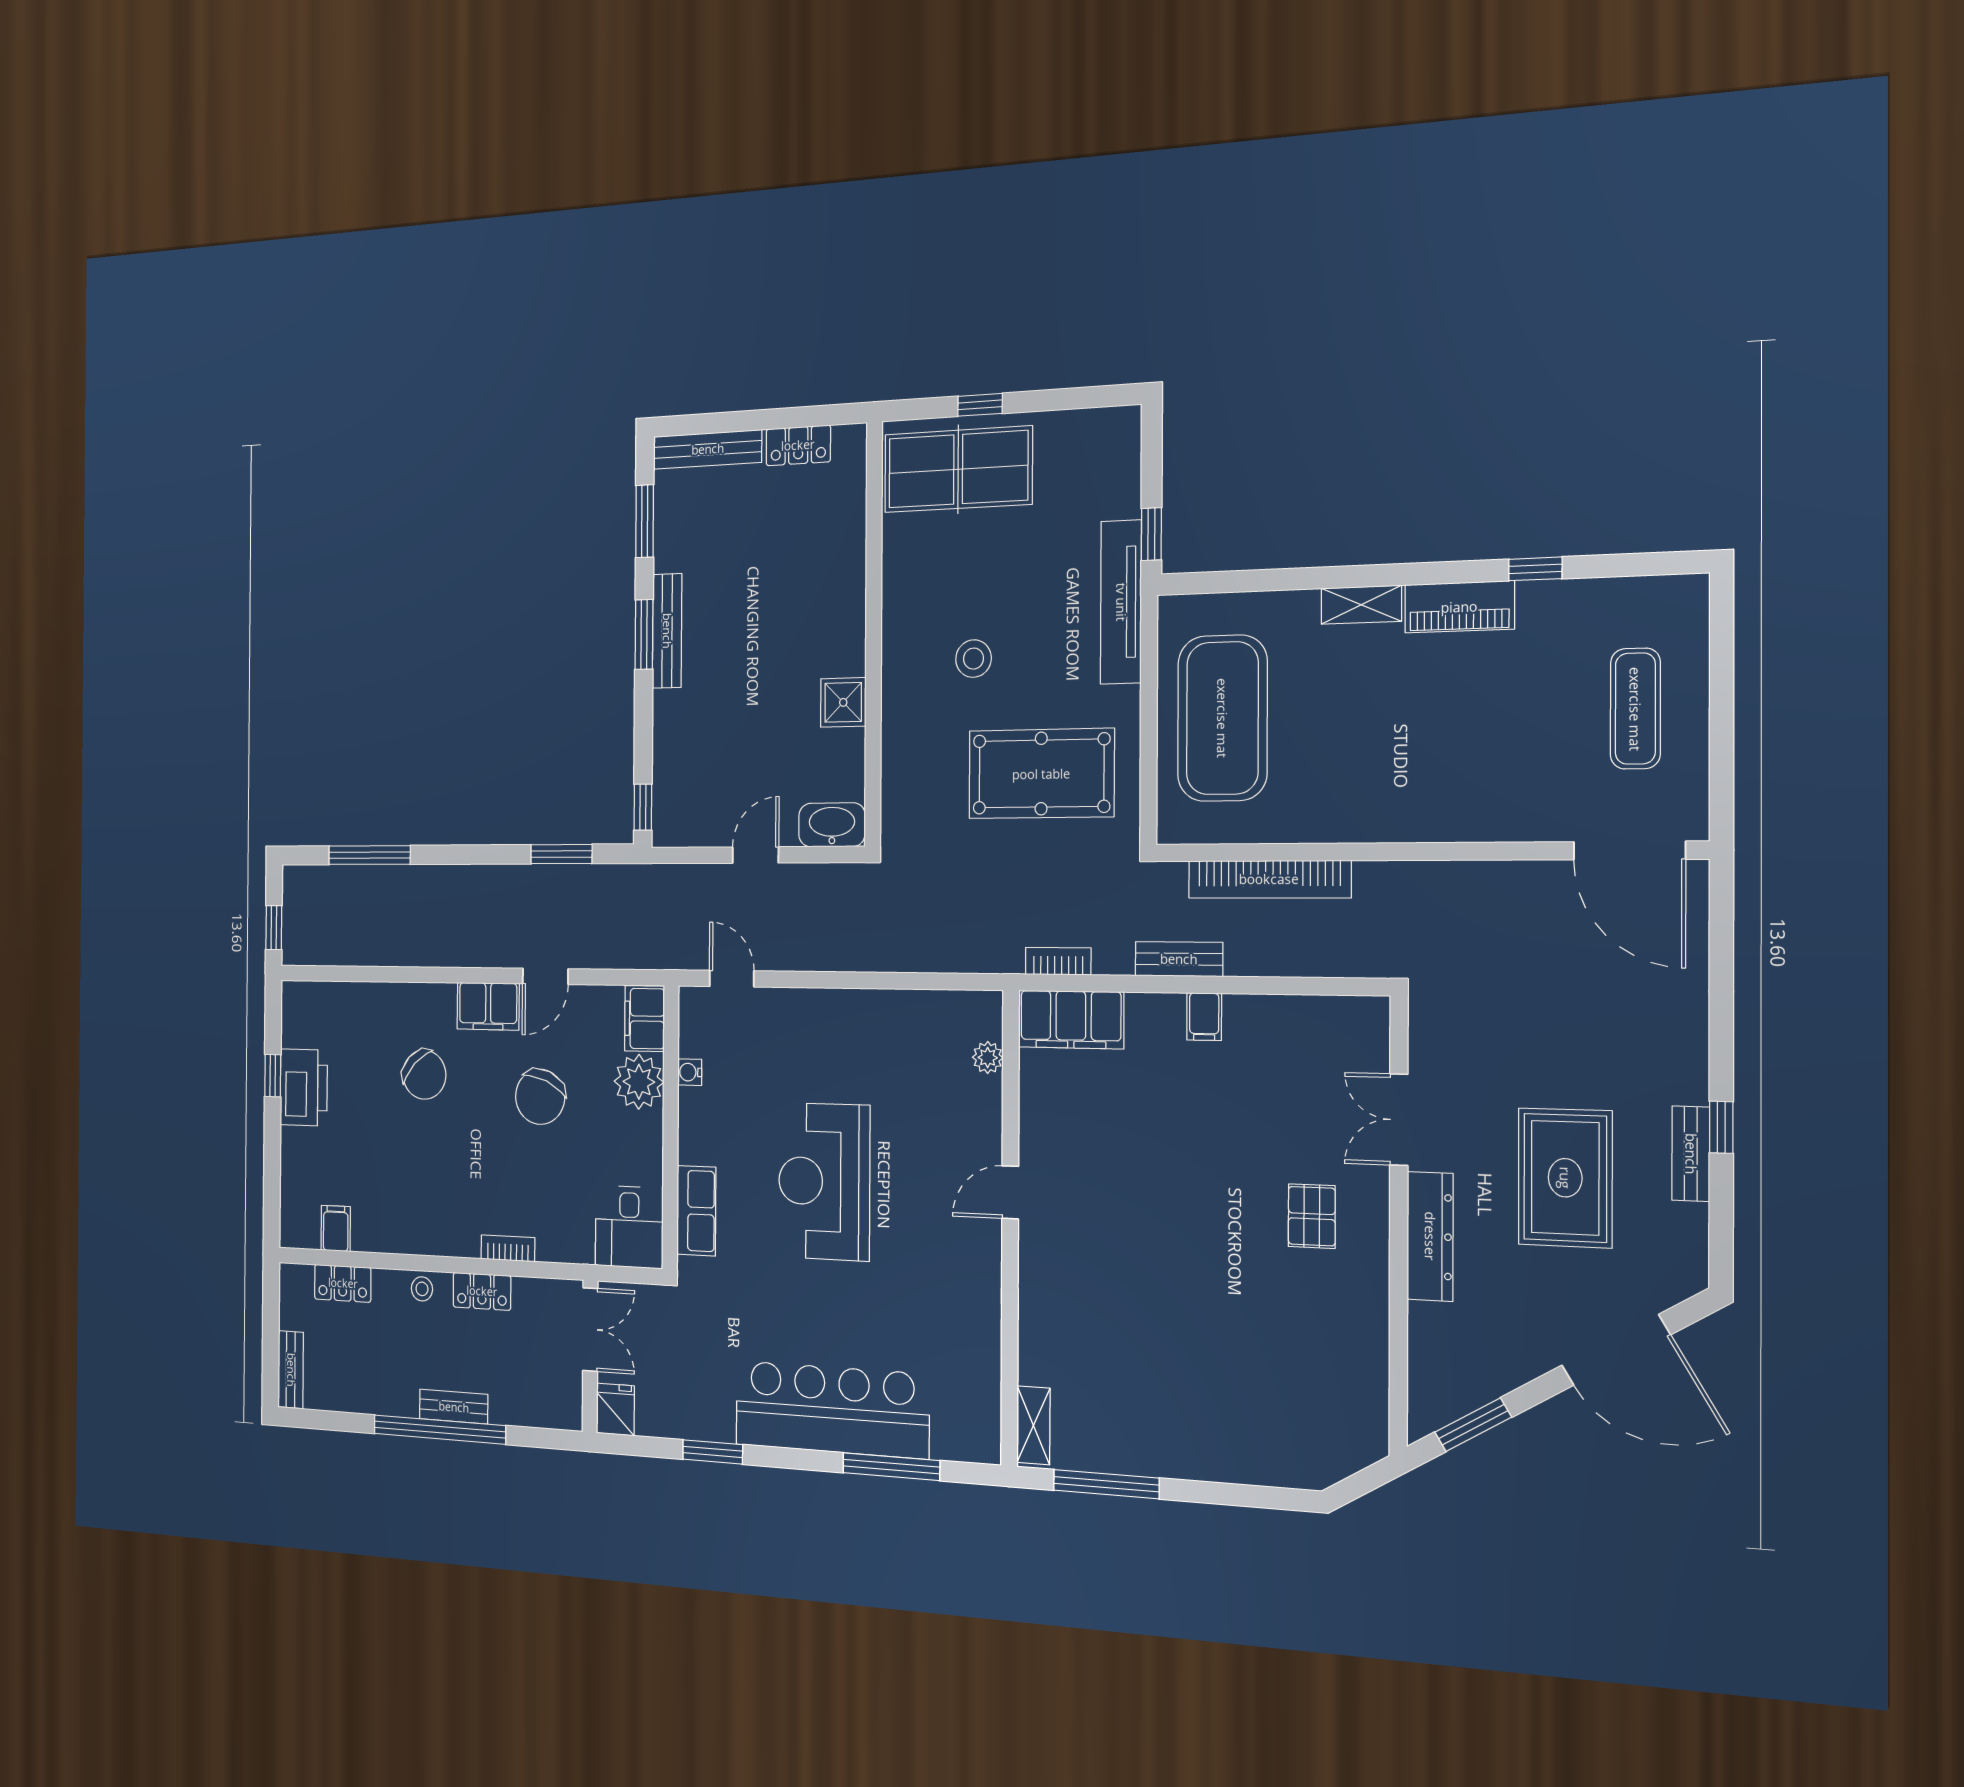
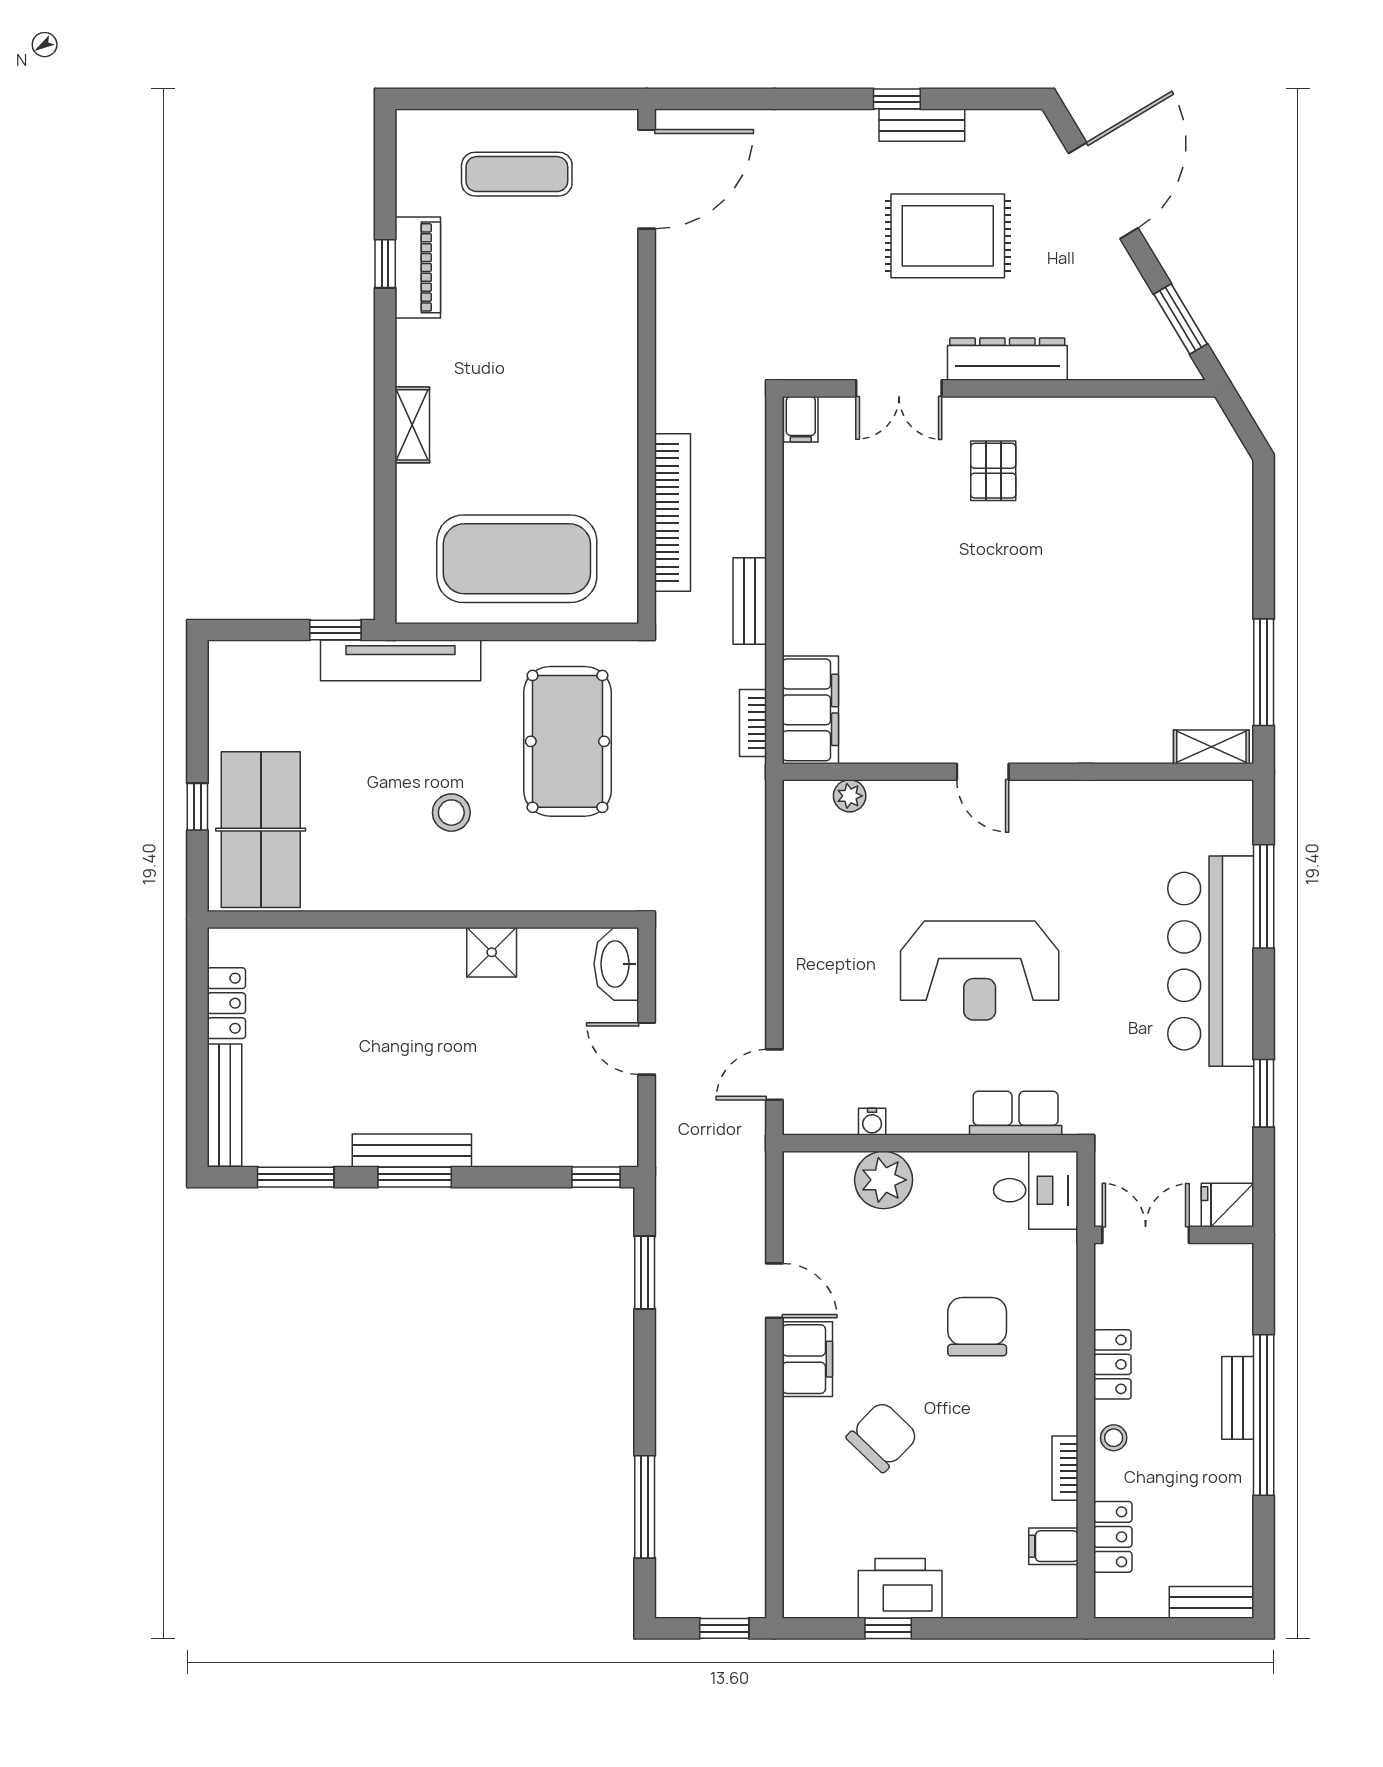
piano: (1459, 607) -> (418, 267), moved
filing cabinet: (1204, 1017) -> (801, 419), moved, turned 90
filing cabinet: (644, 1019) -> (817, 1174), removed
chair: (540, 1097) -> (977, 1327), moved, turned -114
pallet: (1312, 1216) -> (993, 471), turned 90
bookcase: (508, 1248) -> (1065, 1468), moved

